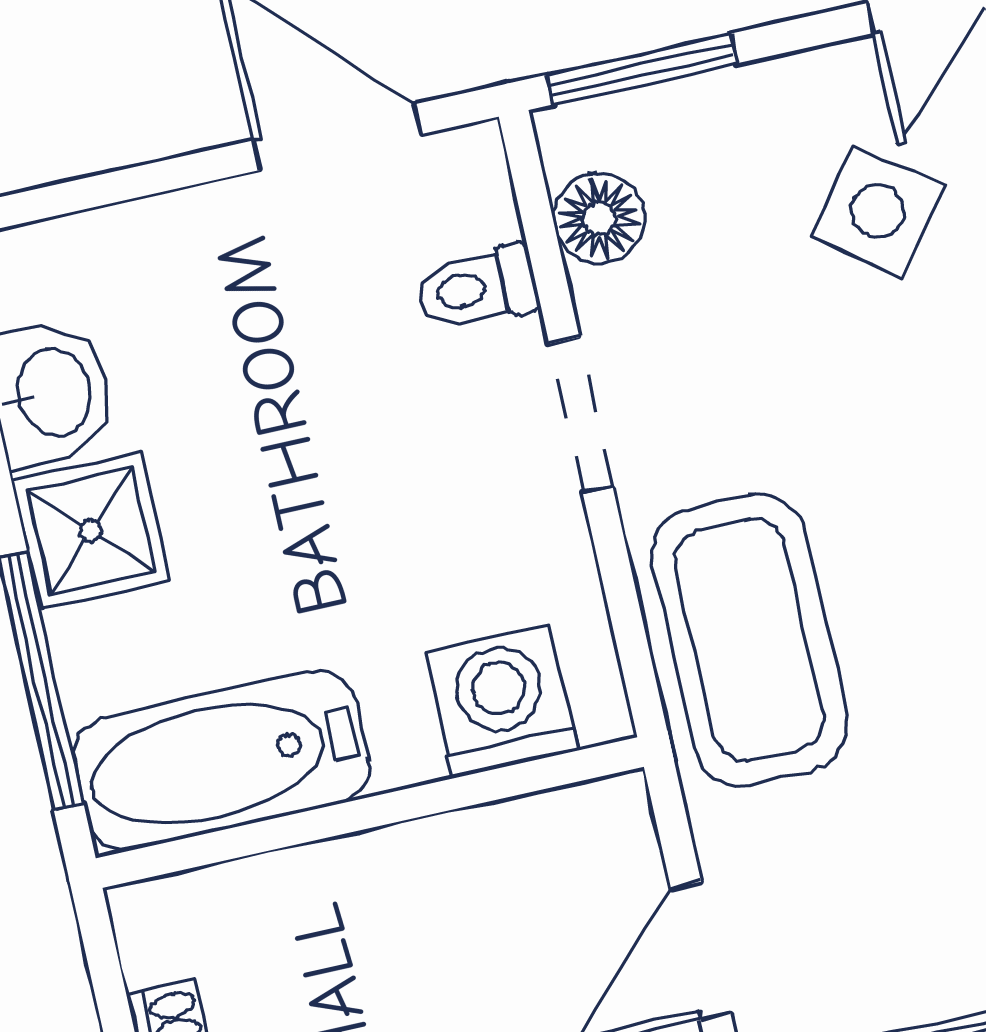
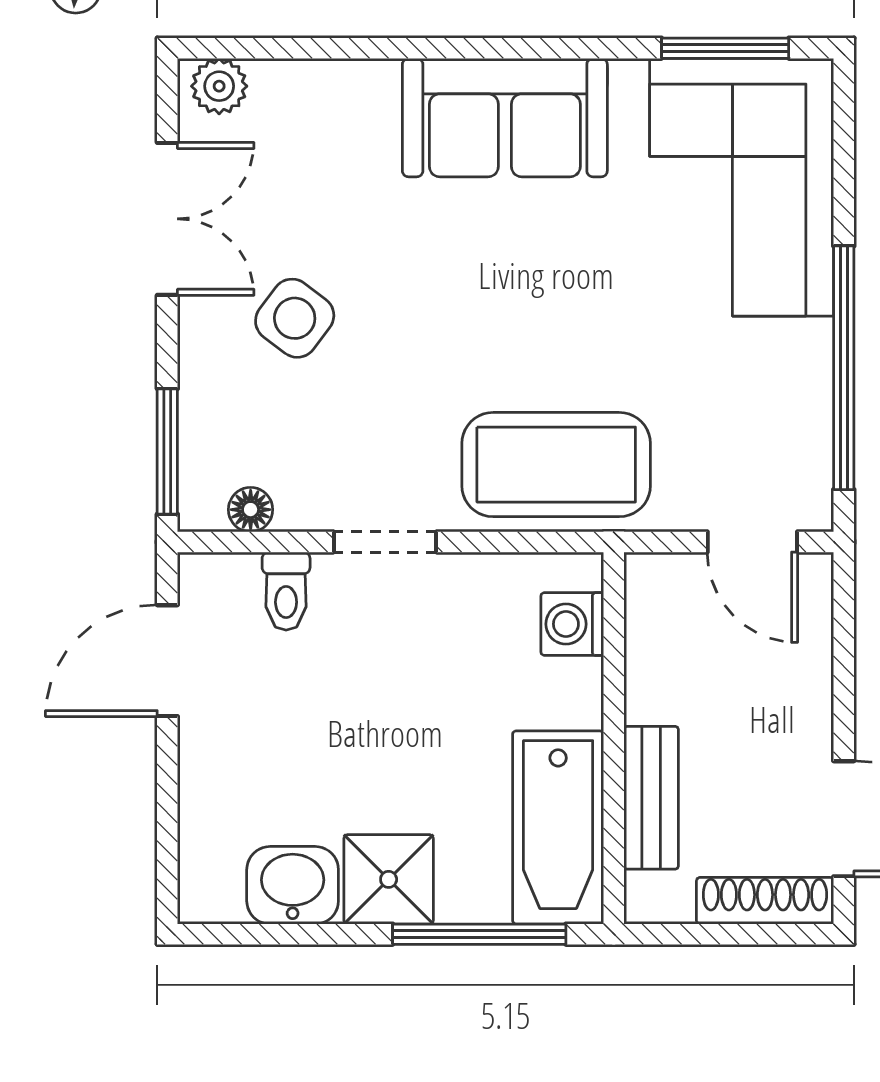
floor lamp: (599, 219) -> (251, 510), width x0.73, depth x0.73
washing machine: (501, 702) -> (572, 624), width x0.73, depth x0.73
bench: (295, 887) -> (651, 798), added

